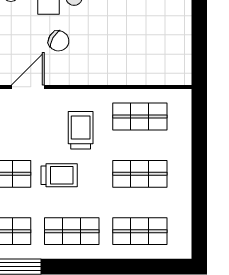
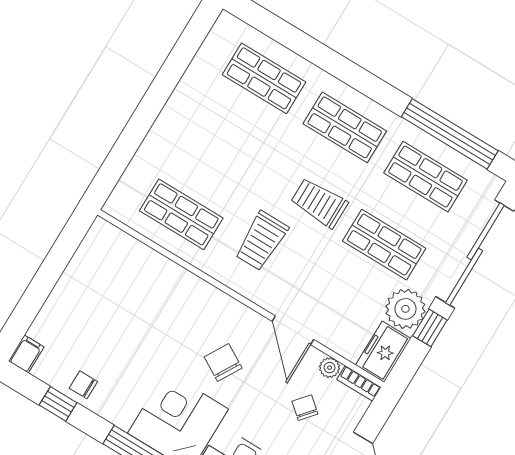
door: (28, 87) -> (293, 330), hinge flipped
shop shelf: (140, 174) -> (223, 146), removed

